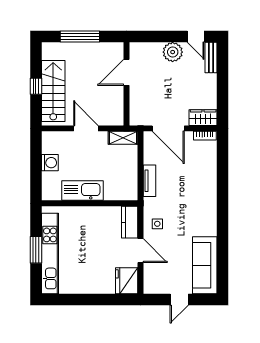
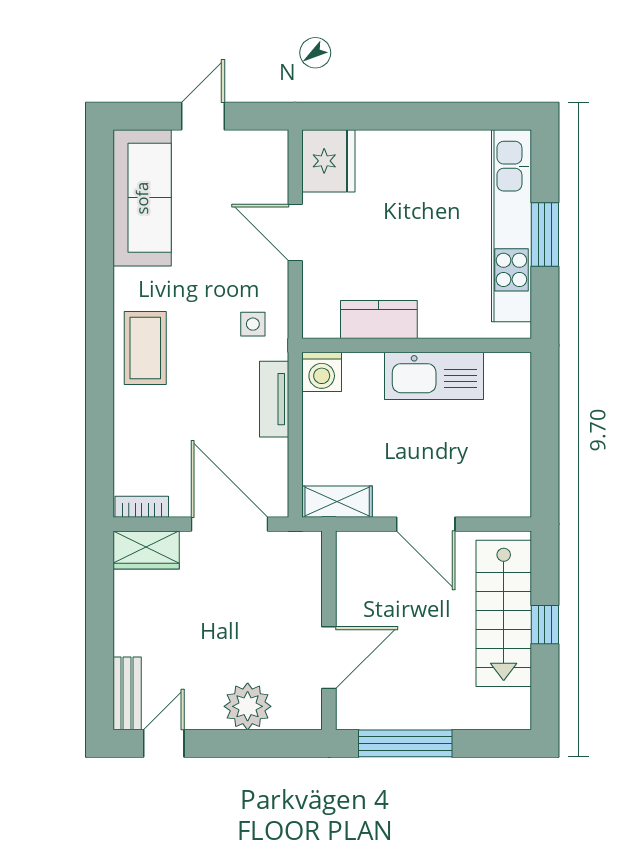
window: (80, 37) -> (405, 743), moved
door: (196, 37) -> (164, 743), hinge flipped
plant: (173, 52) -> (248, 706), moved
washing machine: (50, 163) -> (322, 372), moved, turned -90
coffee table: (203, 202) -> (145, 348), added
kitchen counter: (130, 222) -> (379, 320), moved, turned -90
side table: (157, 224) -> (253, 324), moved

